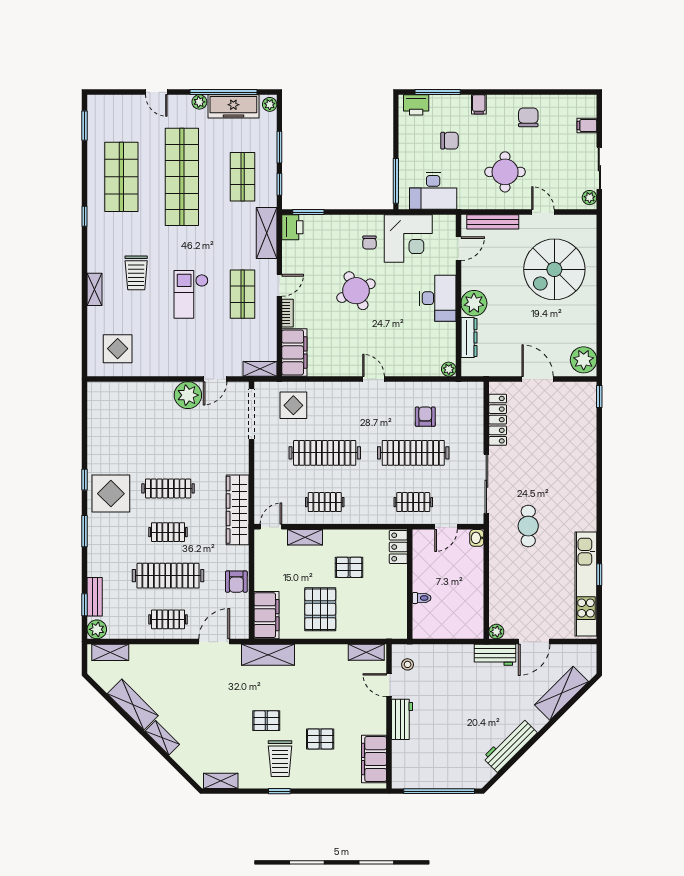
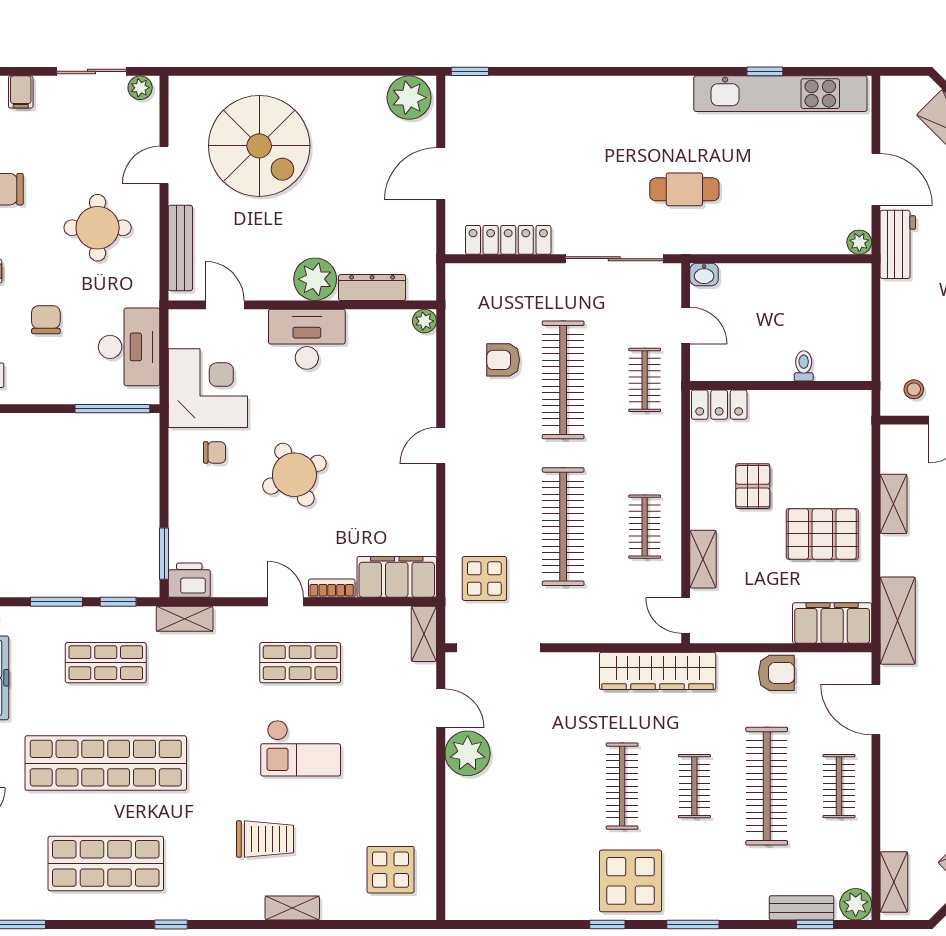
shelving: (267, 233) -> (185, 619), width x0.67, depth x0.75
shelving: (366, 652) -> (894, 504), moved

